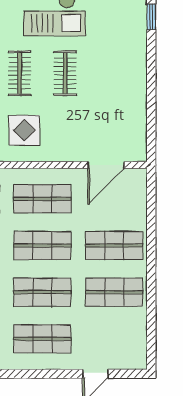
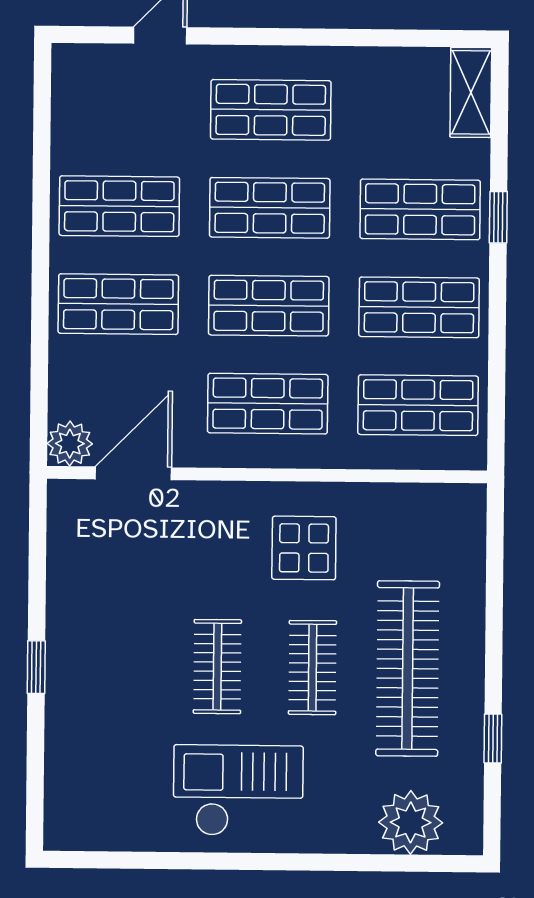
window: (151, 17) -> (36, 667), moved
plant: (136, 179) -> (70, 444), added

